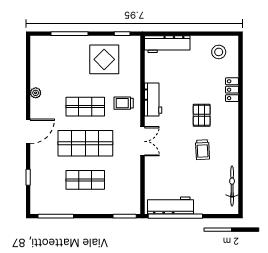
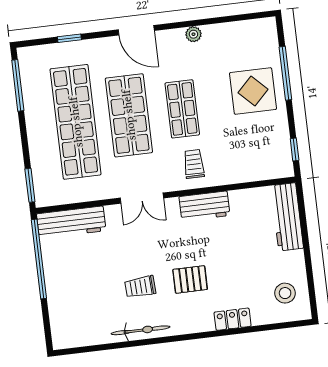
display table: (104, 59) -> (253, 91), moved
shop shelf: (85, 180) -> (76, 122), width x2.00, depth x1.36
bicycle: (232, 186) -> (141, 330), moved
workbench: (171, 205) -> (71, 222), moved, turned 90

